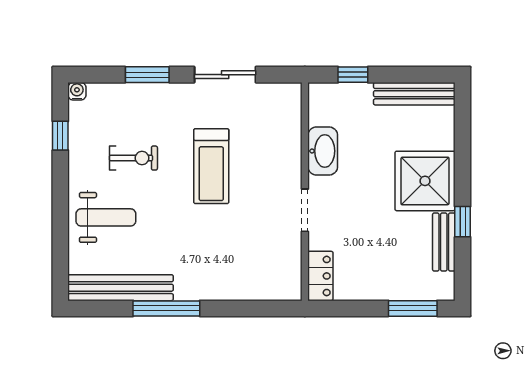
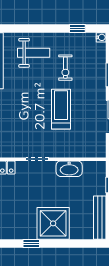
treadmill: (211, 166) -> (61, 109), turned 90
weight bench: (106, 217) -> (34, 53), turned -90
bench: (444, 242) -> (20, 233), removed

